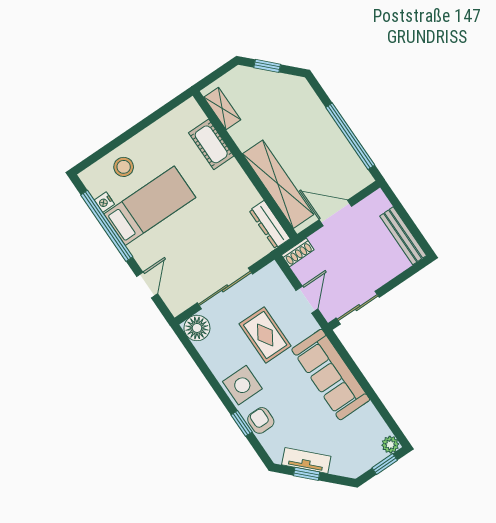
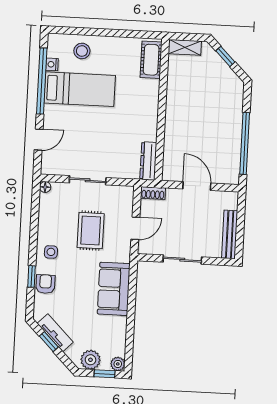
shelving: (222, 108) -> (185, 47), moved, turned 90
cot: (211, 144) -> (151, 60), moved
shelving: (278, 184) -> (174, 139), removed
sliding door: (225, 288) -> (88, 180), width x0.73
sliding door: (358, 308) -> (182, 260), moved
floor lamp: (197, 328) -> (45, 187), width x0.53, depth x0.53
sofa: (331, 375) -> (114, 289), width x0.73
side table: (242, 385) -> (51, 252), width x0.54, depth x0.54
plant: (361, 461) -> (90, 360), added

